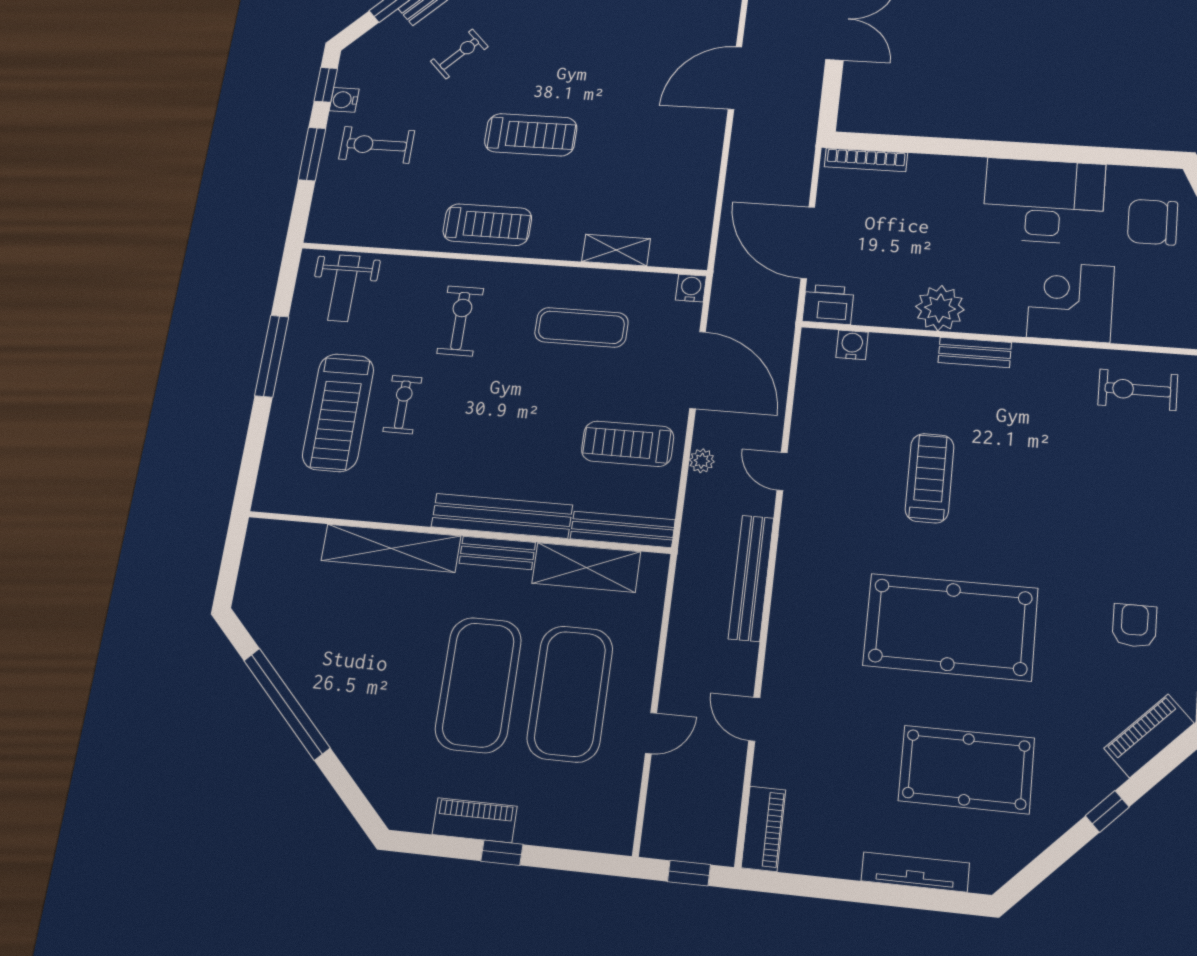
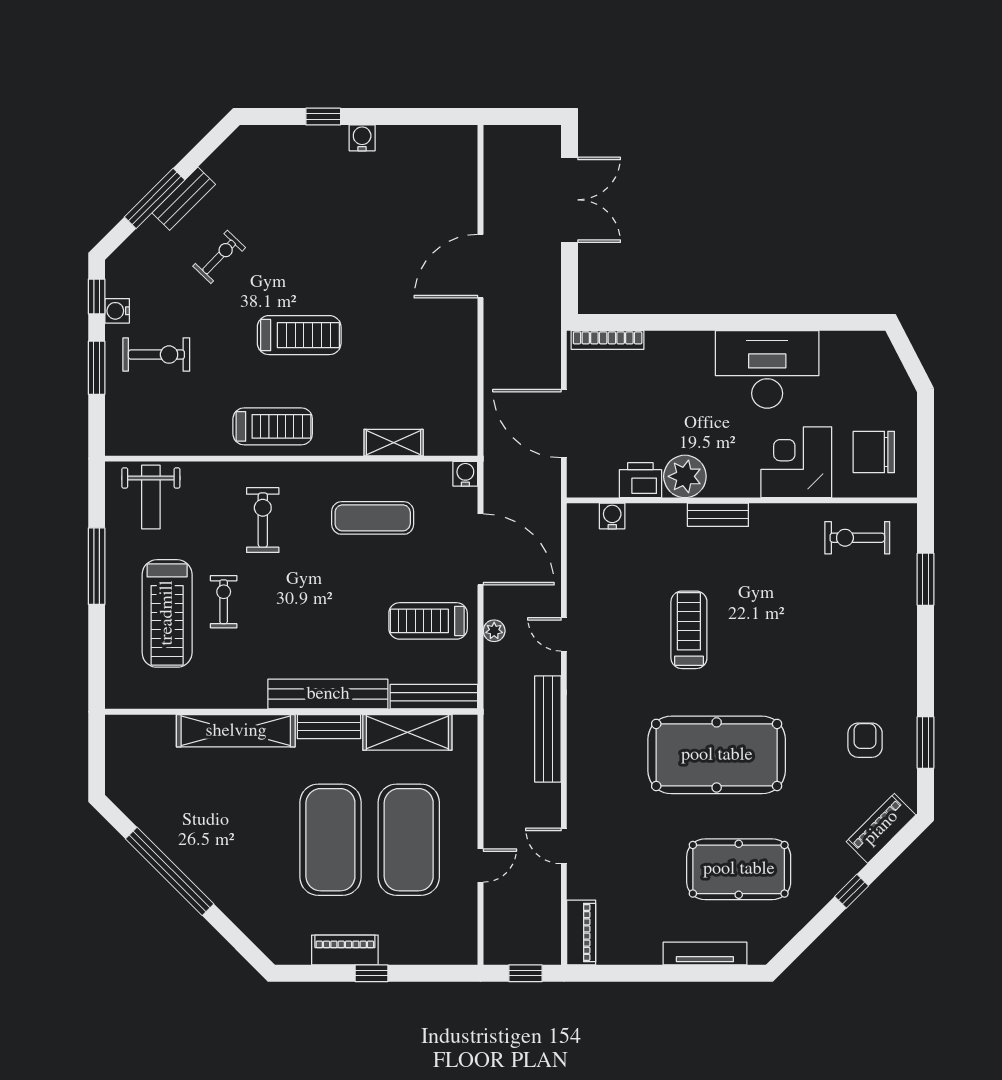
exercise bike: (377, 145) -> (156, 355), turned 180
chair: (1152, 222) -> (874, 452), moved
printer: (828, 304) -> (640, 480), moved

